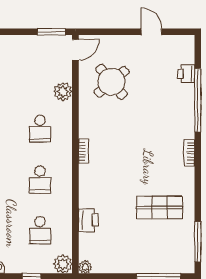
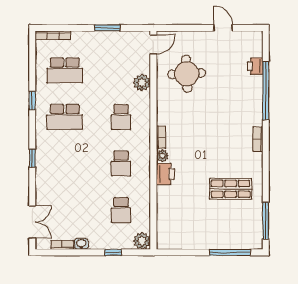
window: (52, 32) -> (107, 28), moved
round table: (112, 82) -> (187, 74), turned 37
printer: (88, 220) -> (165, 174), moved
plant: (85, 267) -> (162, 156), moved

